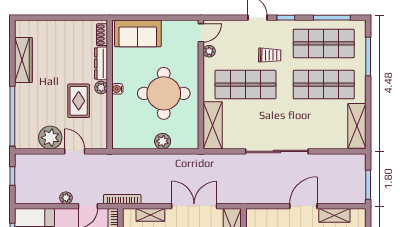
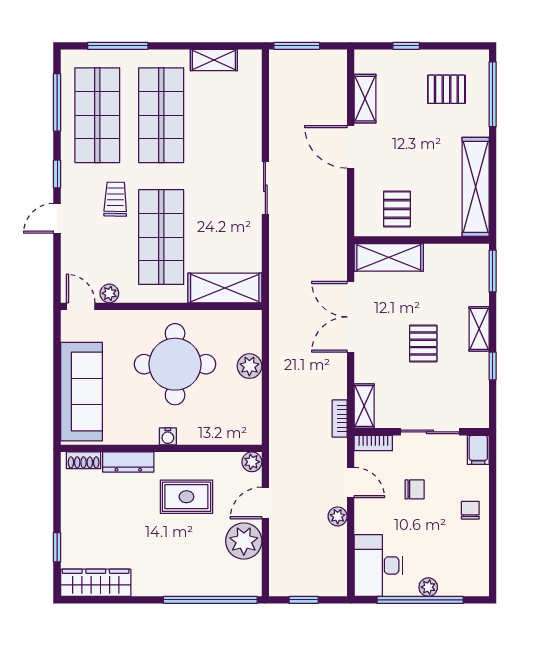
window: (46, 18) -> (57, 547), added
sofa: (138, 33) -> (82, 392), width x1.36
wardrobe: (23, 60) -> (96, 583), moved
plant: (101, 87) -> (252, 462), moved
shelving: (357, 126) -> (214, 60), width x0.67, depth x0.75
sliding door: (277, 151) -> (265, 188), width x0.54
window: (368, 185) -> (297, 46), moved
bookcase: (122, 199) -> (340, 418), width x0.64
shelving: (150, 215) -> (364, 406), moved

